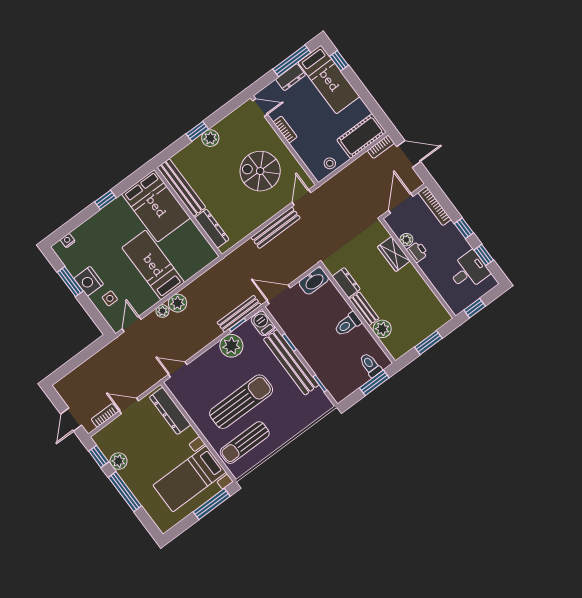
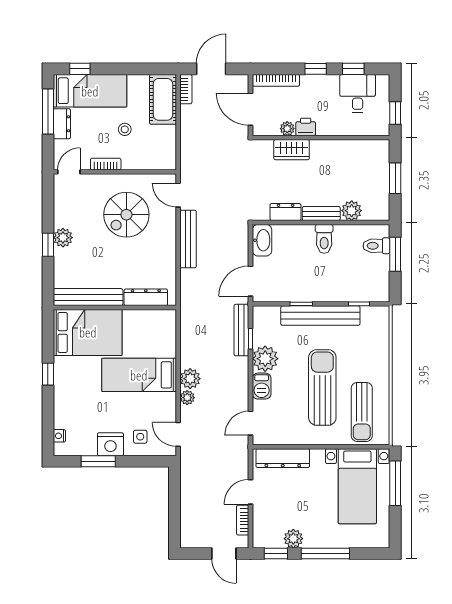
stool: (330, 163) -> (125, 129), moved
barbecue: (263, 324) -> (262, 386), moved, turned -90

